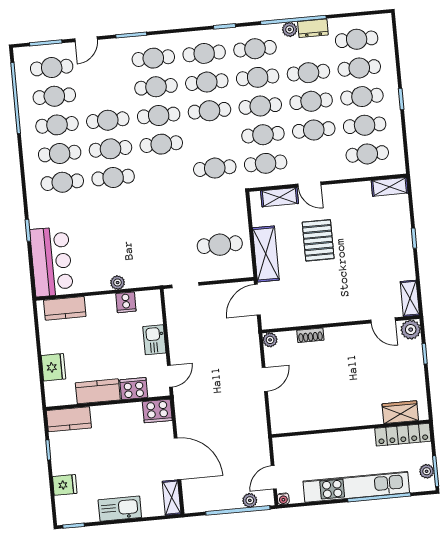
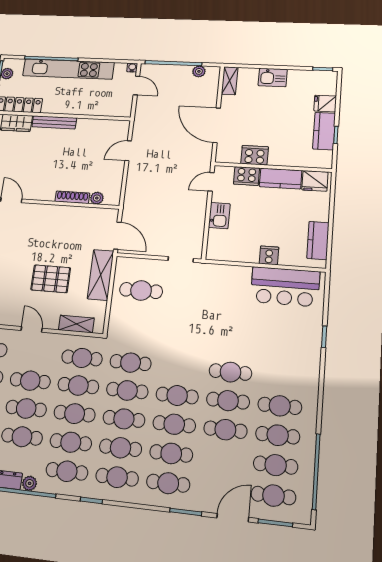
door: (86, 39) -> (233, 518), width x1.37
cafe table: (62, 182) -> (127, 390), moved
door: (309, 184) -> (32, 329), moved
pallet: (318, 240) -> (51, 279), turned 90
bar counter: (52, 262) -> (285, 287), moved, turned -90
plant: (118, 283) -> (244, 272), removed
door: (257, 300) -> (117, 236), hinge flipped
cooker: (126, 302) -> (269, 255), moved
kitchen counter: (65, 308) -> (318, 240), moved, turned -90
shoe rack: (310, 335) -> (72, 197), width x1.43
plant: (270, 340) -> (97, 198), moved
fridge: (53, 367) -> (315, 181), moved, turned -90
door: (265, 379) -> (128, 151), moved
cooker: (157, 411) -> (255, 155), moved
kitchen counter: (69, 419) -> (324, 131), moved, turned -90
bench: (357, 419) -> (54, 122), added
door: (177, 459) -> (217, 125), moved
door: (274, 477) -> (136, 85), hinge flipped
plant: (250, 500) -> (199, 71), moved
kitchen sink: (120, 509) -> (273, 77), width x0.73

